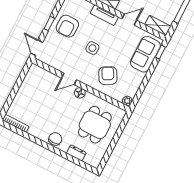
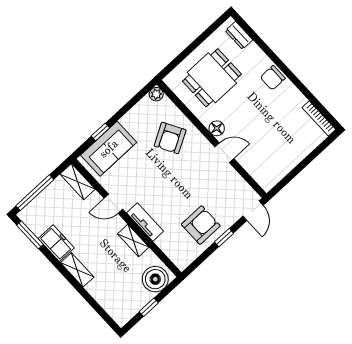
side table: (92, 48) -> (177, 183), removed
window: (160, 52) -> (100, 132), moved
dresser: (76, 153) -> (239, 35), moved

